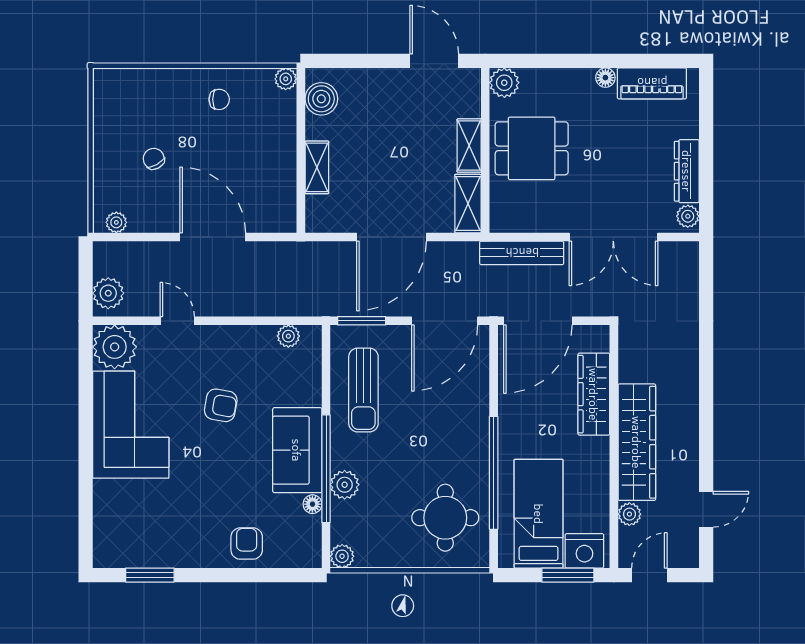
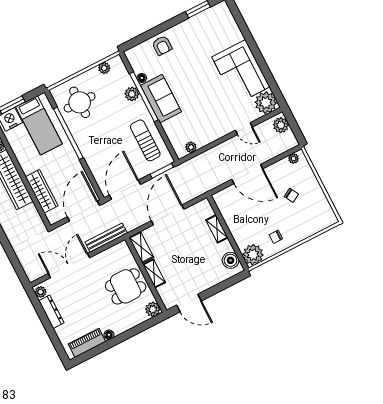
plant: (286, 79) -> (253, 255), width x1.88, depth x1.88
armchair: (221, 405) -> (205, 101), removed
plant: (342, 556) -> (104, 68), moved

